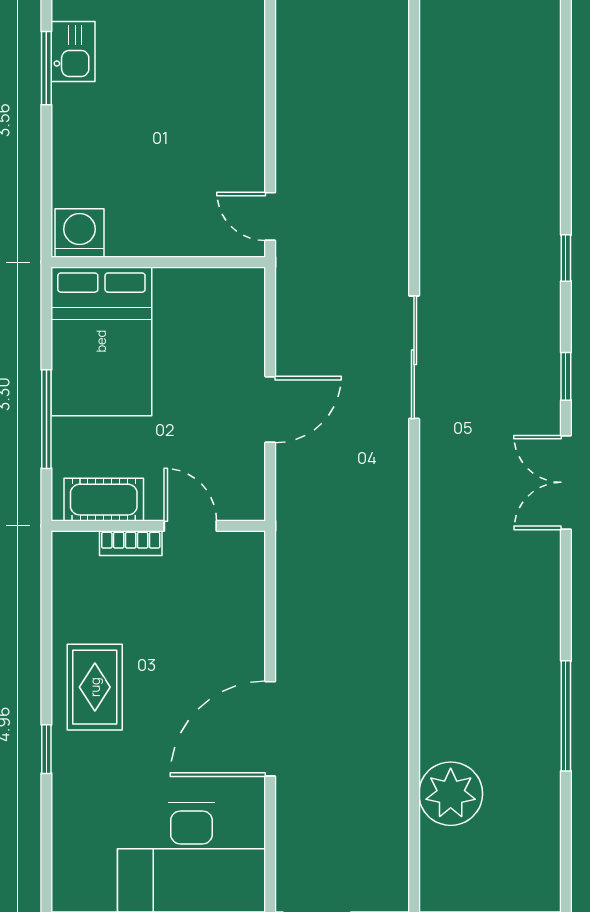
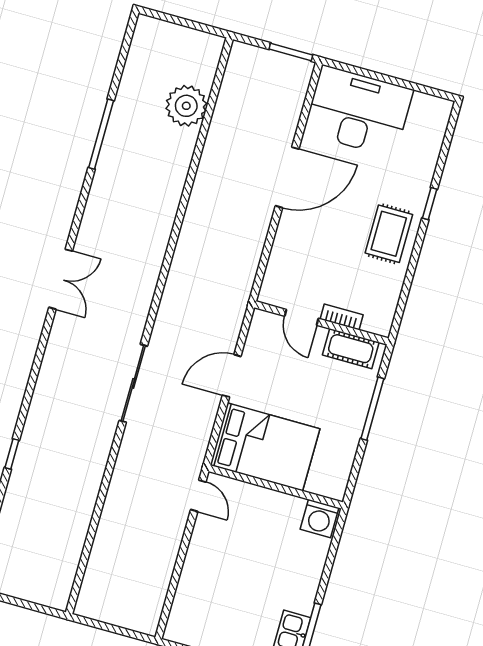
window: (566, 258) -> (12, 454), moved
bed: (101, 341) -> (265, 447), moved, turned 90
window: (566, 376) -> (42, 345), removed

